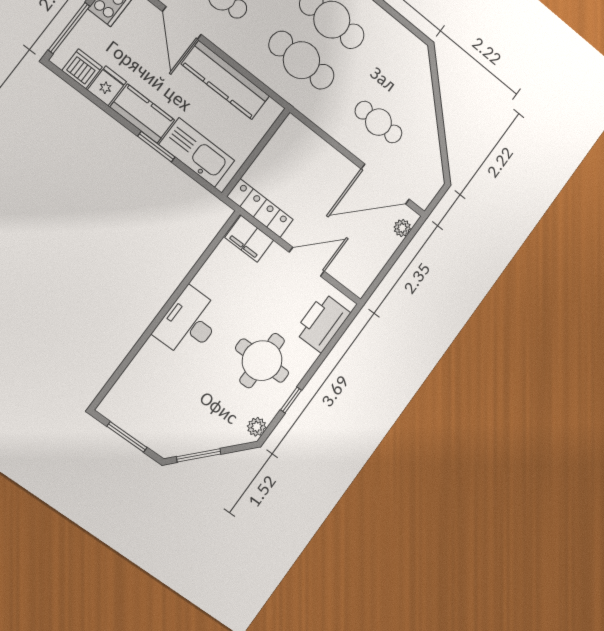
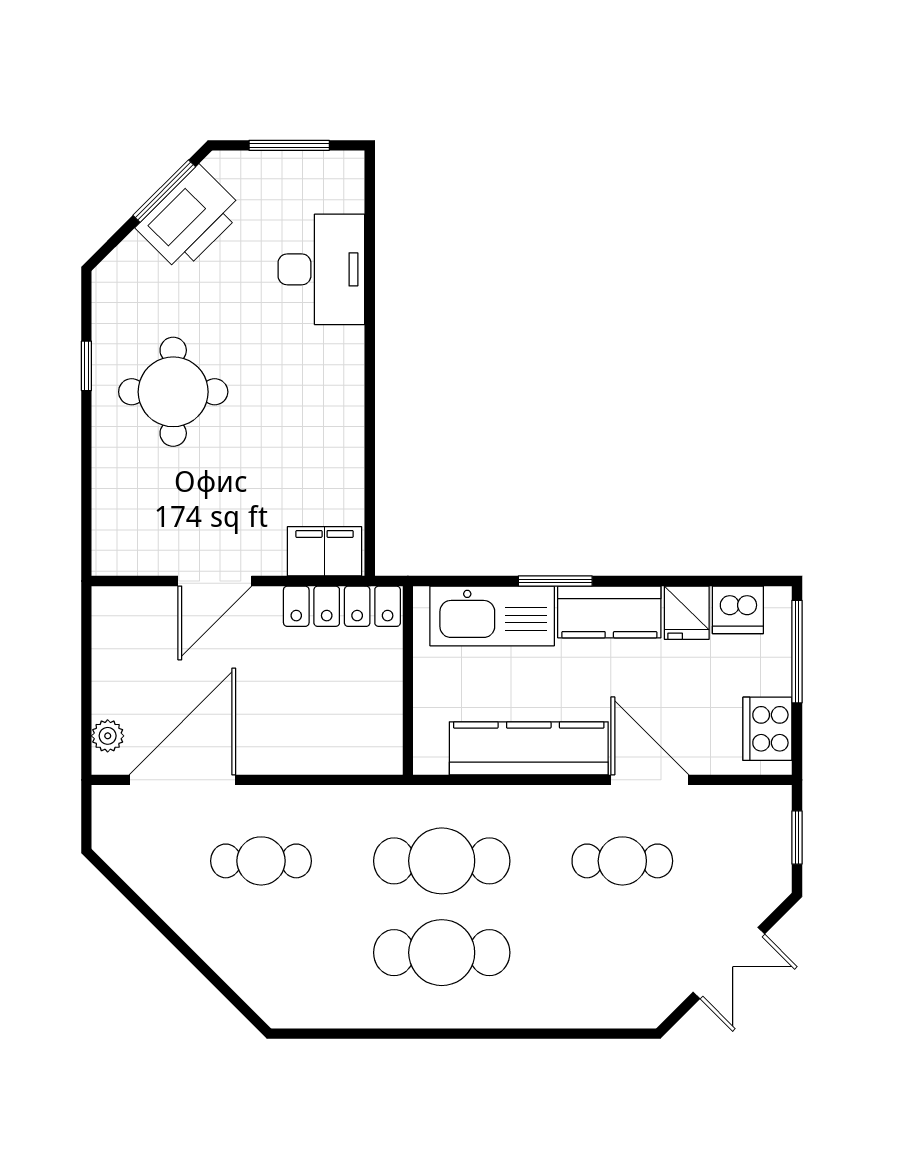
desk: (189, 323) -> (321, 269), moved
printer: (322, 323) -> (190, 219), moved, turned 45
plant: (257, 427) -> (109, 291), removed

